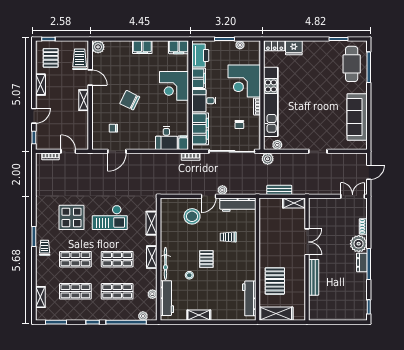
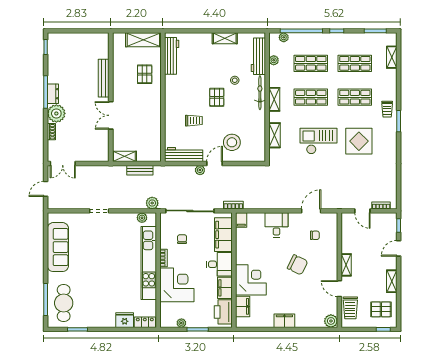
filing cabinet: (179, 47) -> (243, 306), moved, turned 90
pallet: (51, 58) -> (381, 309), turned 90
desk: (166, 138) -> (276, 225), moved
pallet: (275, 281) -> (145, 74), width x0.67, depth x0.71

